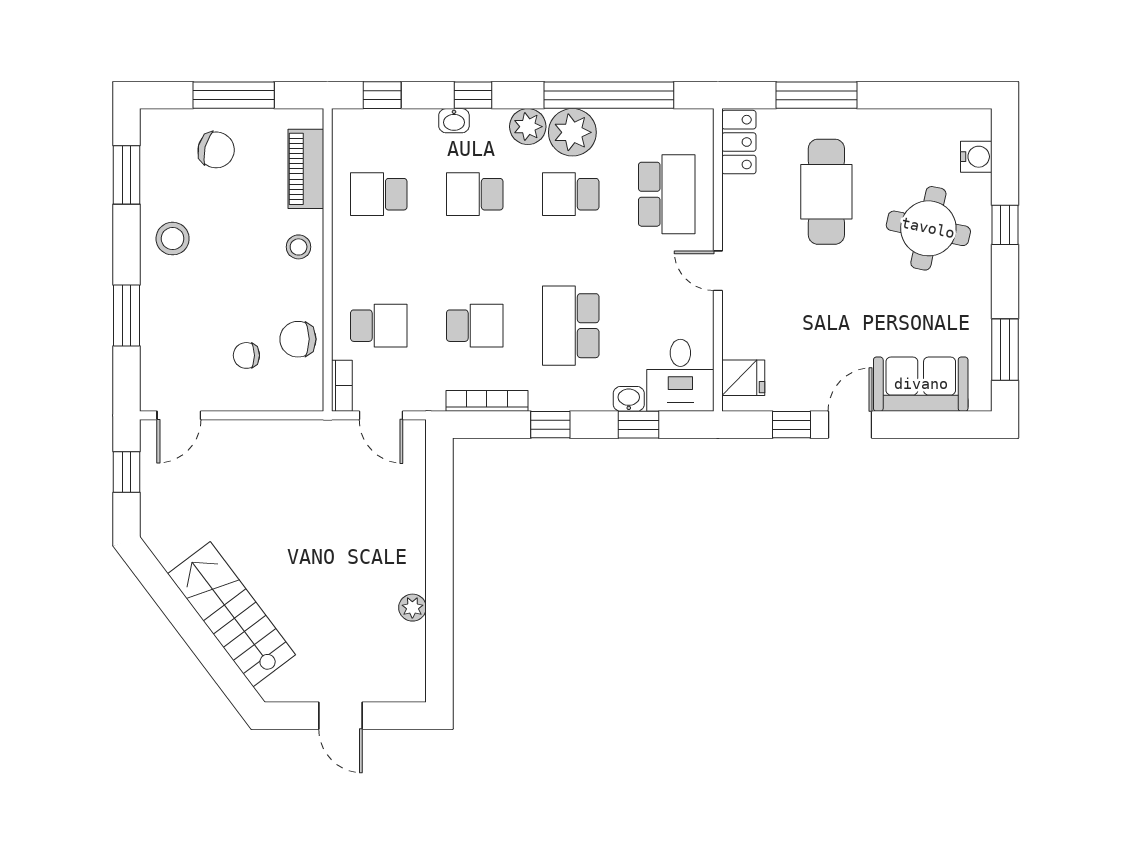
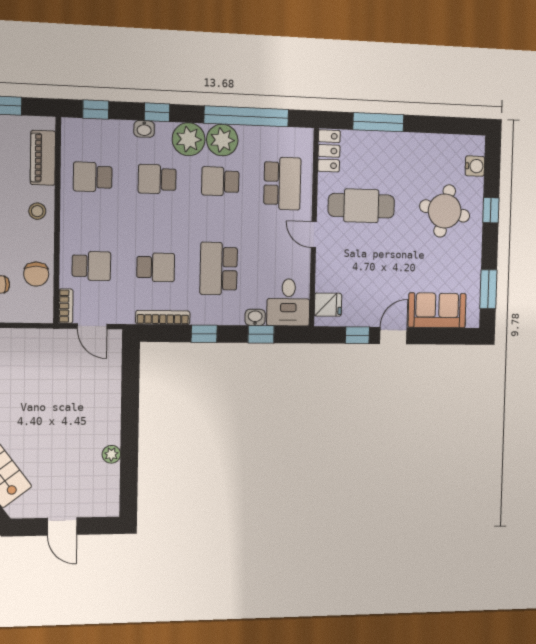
plant: (528, 127) -> (189, 139), width x1.36, depth x1.36
cafe table: (826, 192) -> (361, 206), moved, turned 90
chair: (298, 339) -> (36, 274), turned -90

